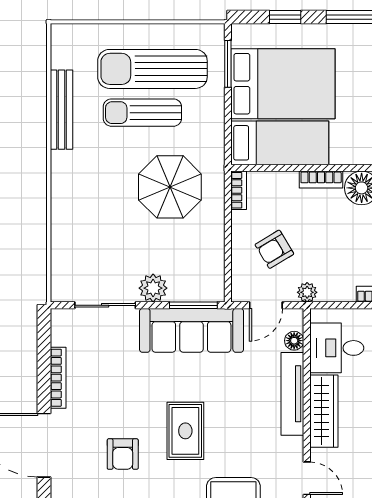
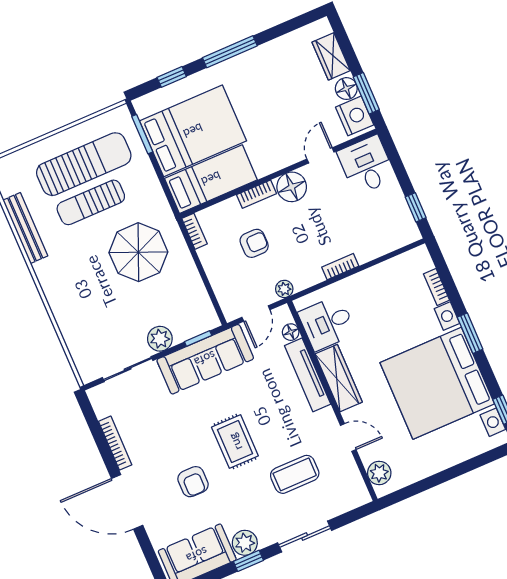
sun lounger: (152, 69) -> (84, 164), turned 180
armchair: (274, 249) -> (254, 243), moved, turned -149
window: (193, 305) -> (198, 339), width x0.67

